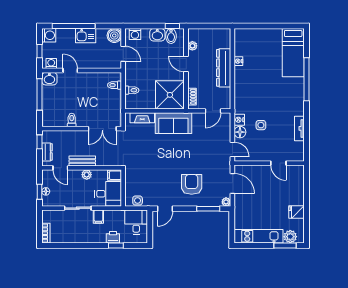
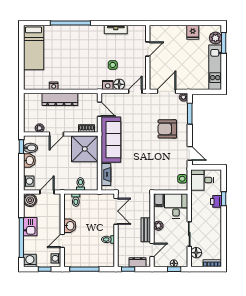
bed: (293, 53) -> (34, 48), moved, turned 90
washbasin: (49, 79) -> (70, 226), moved
sofa: (173, 123) -> (111, 140), width x1.36
floor lamp: (57, 216) -> (196, 253), added
filing cabinet: (98, 217) -> (197, 215), removed

